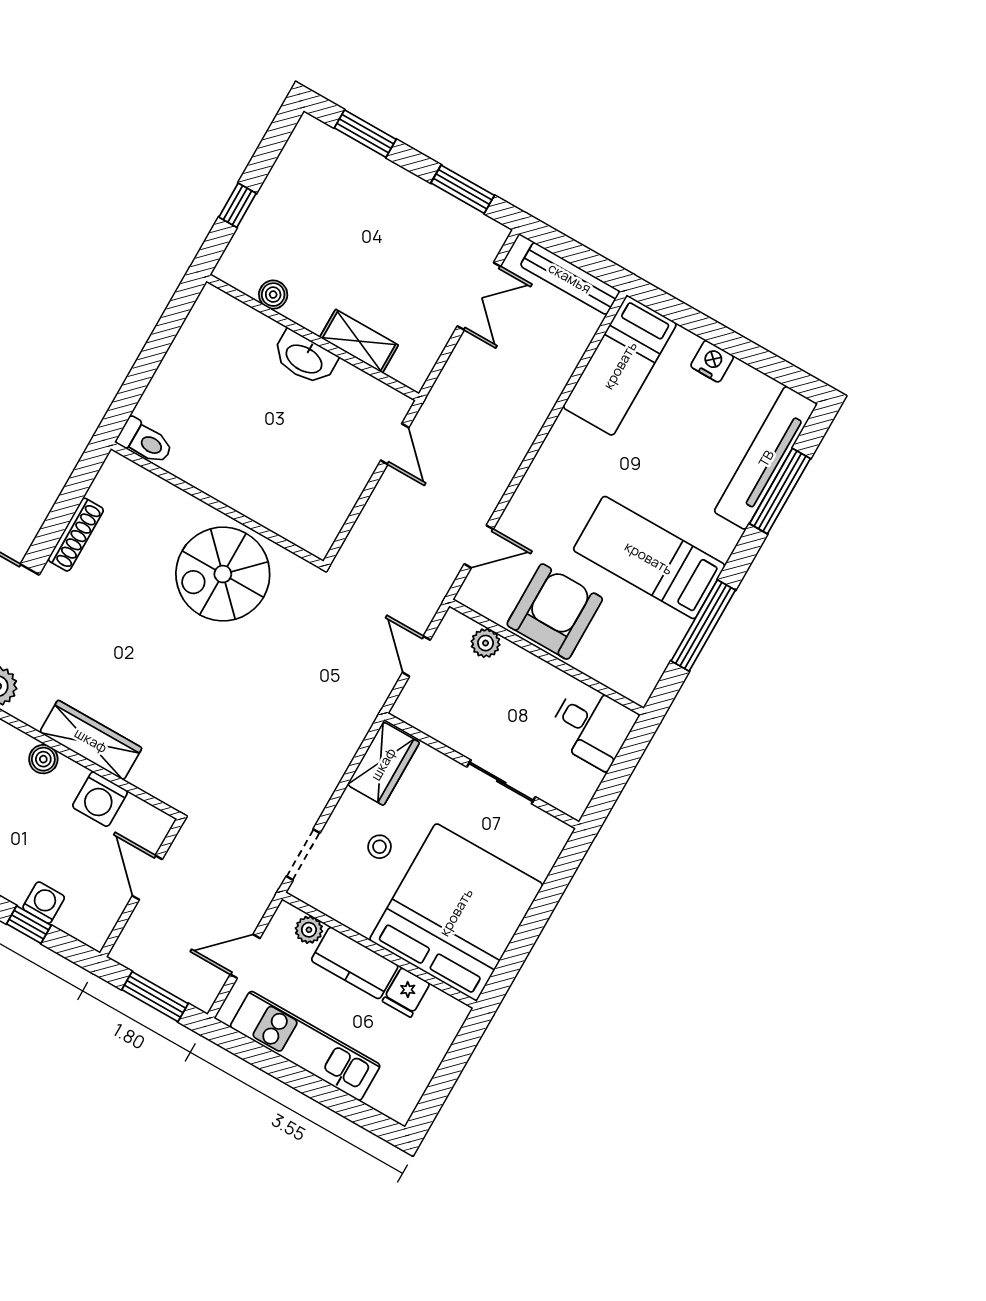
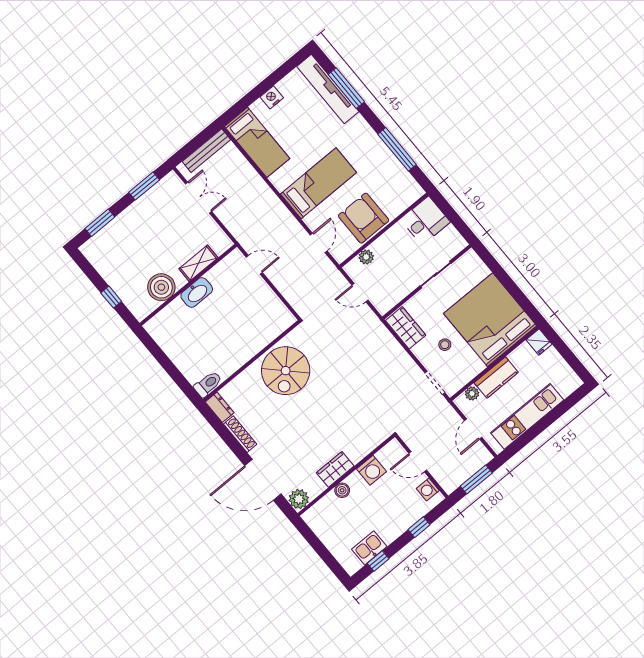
boiler: (273, 295) -> (161, 287), width x1.86, depth x1.86
dresser: (111, 479) -> (220, 407), added
bed: (649, 558) -> (318, 183), moved, turned 180
wardrobe: (91, 740) -> (335, 469), width x0.67
washing machine: (44, 903) -> (428, 490), moved, turned -90
fridge: (406, 992) -> (539, 342), moved

